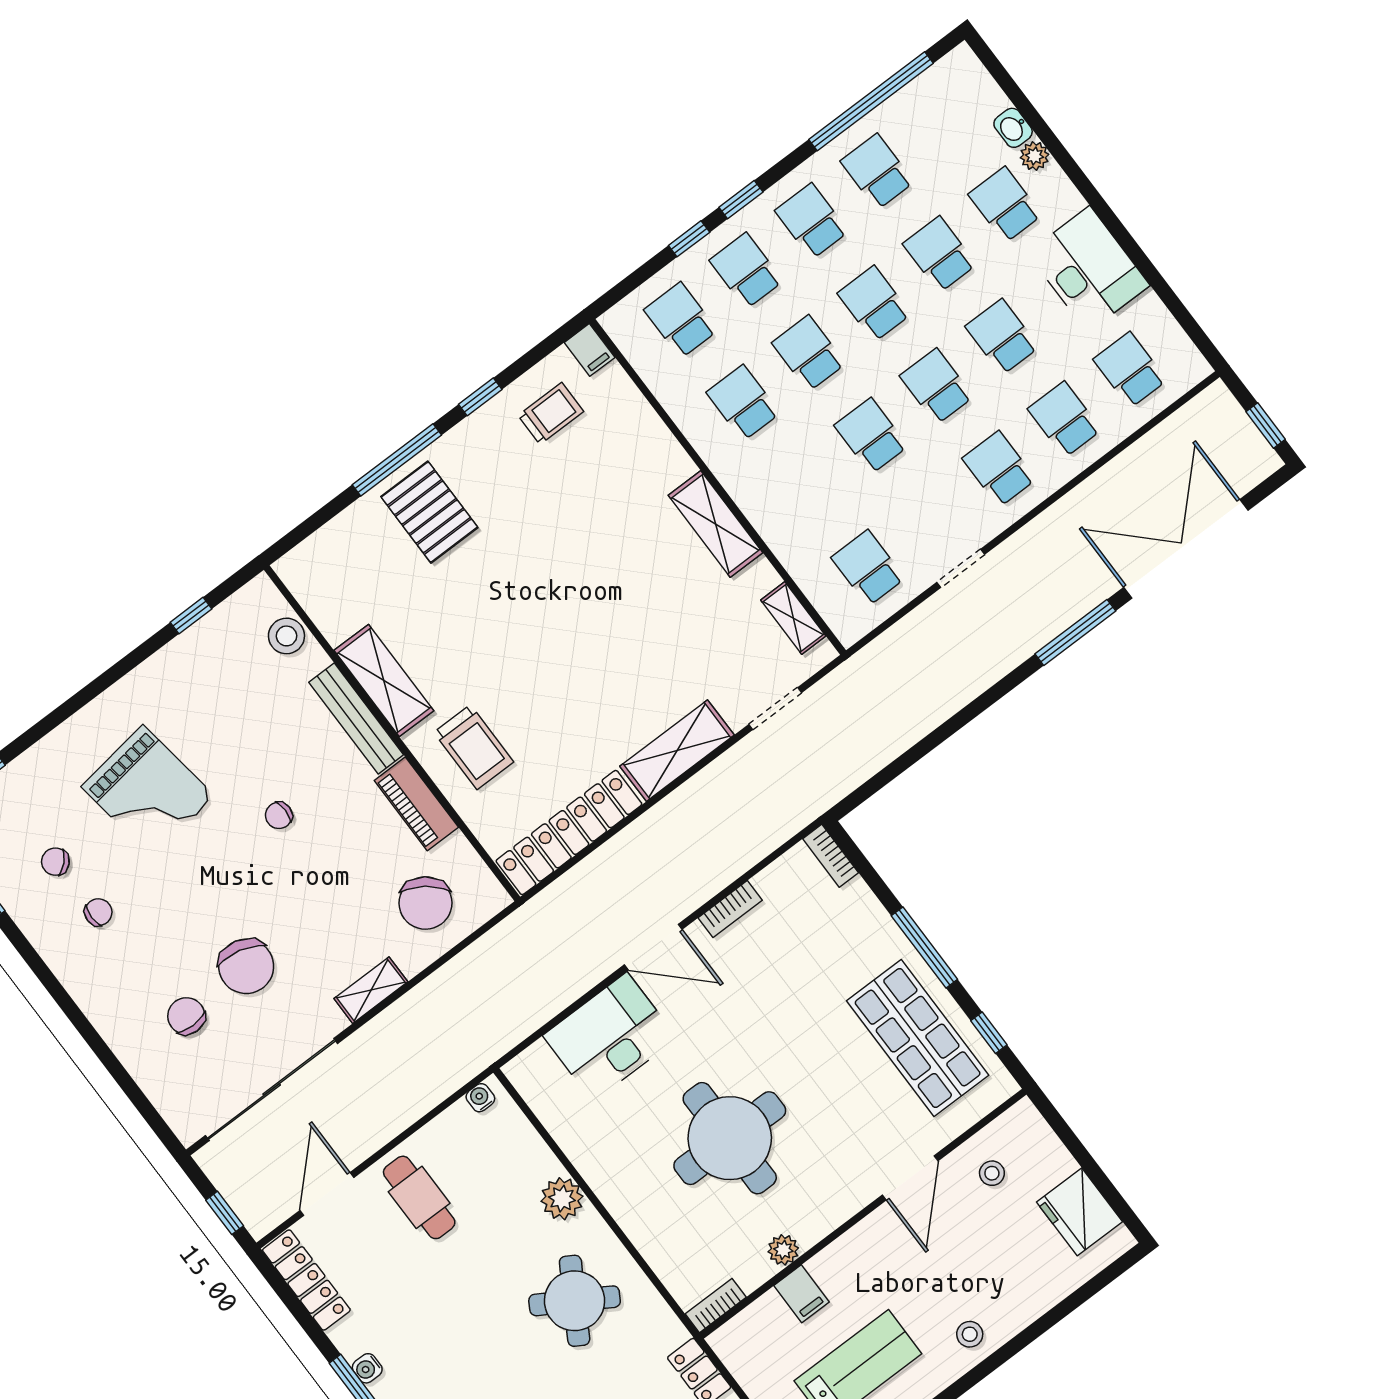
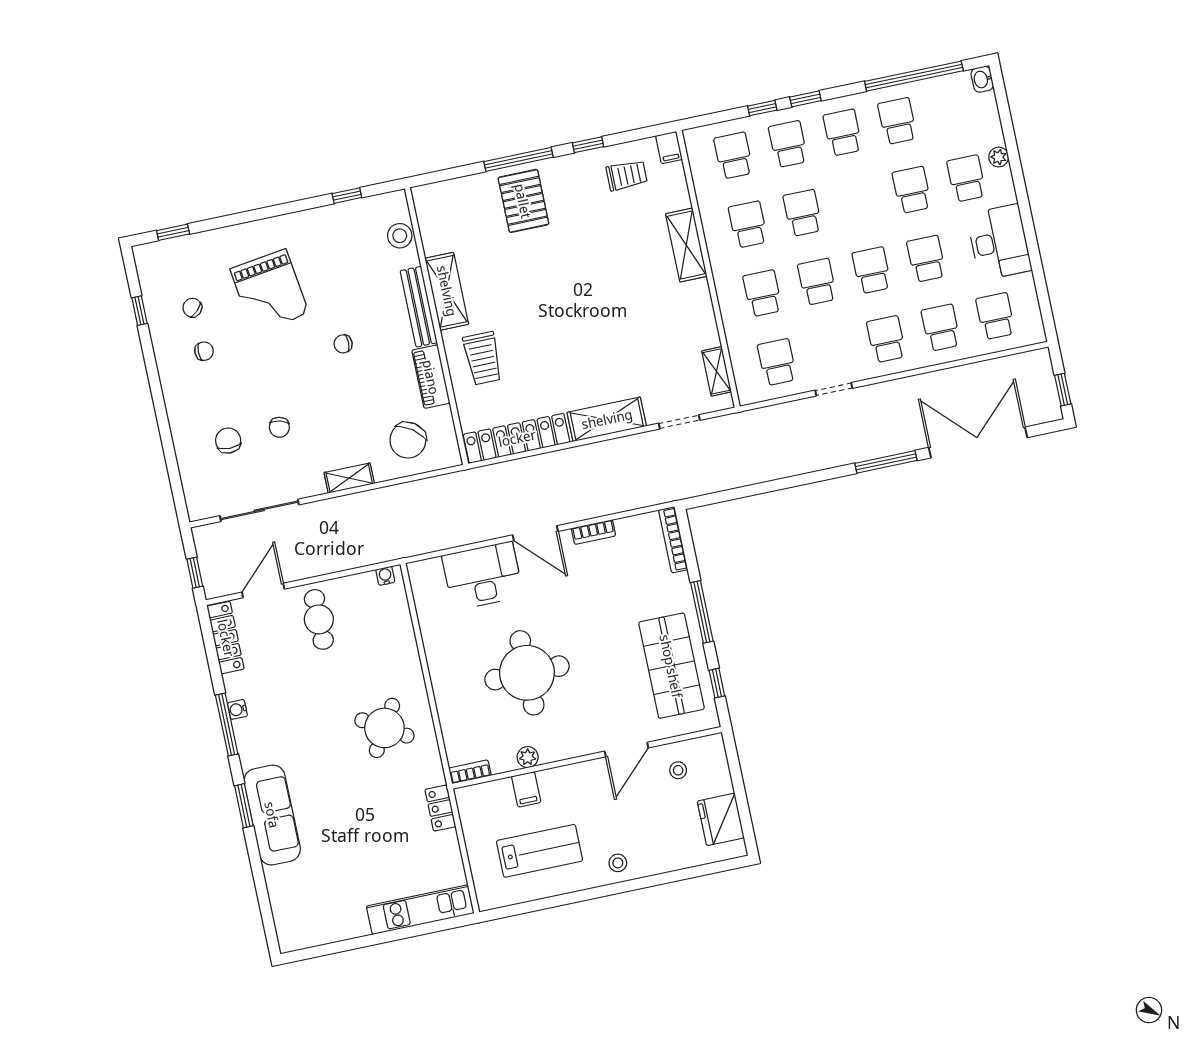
washbasin: (1013, 128) -> (982, 79), moved
school desk: (874, 304) -> (763, 293), moved
shelving: (715, 524) -> (686, 245), moved
bookcase: (831, 856) -> (673, 540), width x1.56
chair: (246, 966) -> (279, 427), width x0.54, depth x0.54
sliding door: (272, 1089) -> (259, 510), width x0.73
plant: (562, 1199) -> (406, 661), removed

